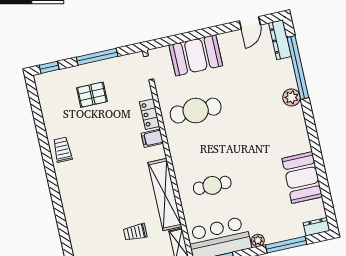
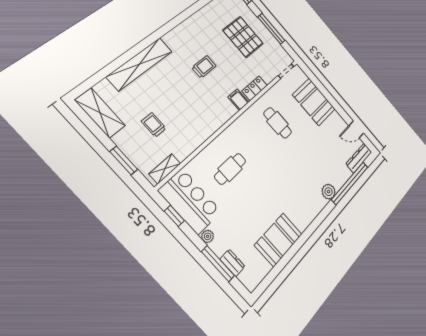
pallet: (92, 95) -> (243, 37), width x1.50, depth x1.42
cafe table: (196, 111) -> (278, 123), width x0.73, depth x0.74
trolley: (62, 150) -> (204, 67), moved
cafe table: (212, 185) -> (230, 169), turned 90
shelving: (165, 195) -> (140, 64), moved
dresser: (317, 227) -> (232, 263), moved

